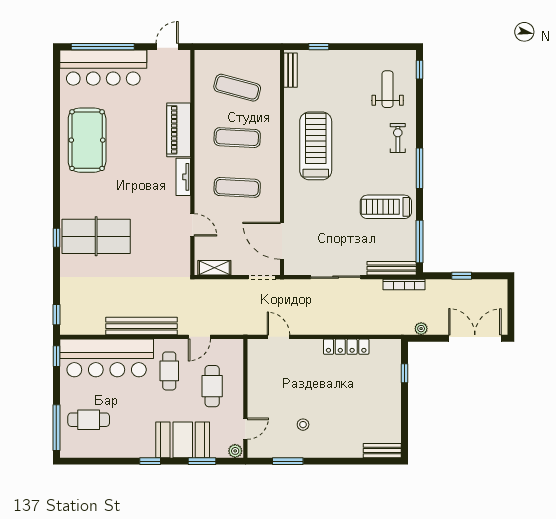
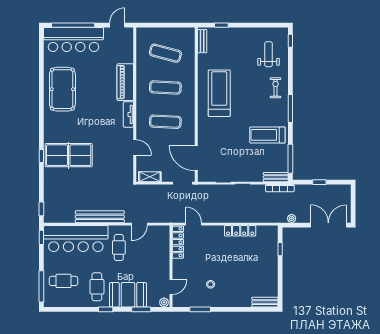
bench: (392, 268) -> (276, 177), width x0.73
locker: (255, 363) -> (178, 242), added
cafe table: (212, 386) -> (97, 287), moved

